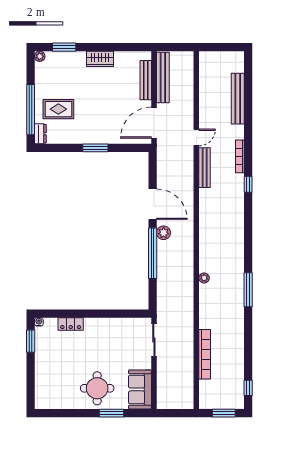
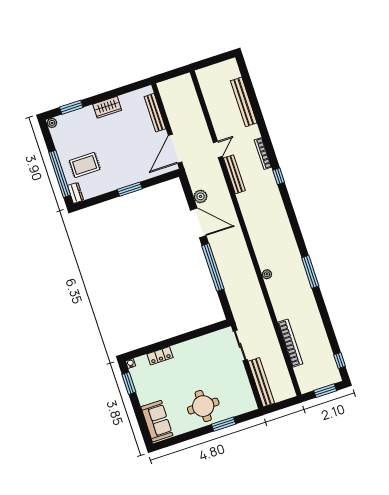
bench: (163, 77) -> (261, 382), moved
plant: (164, 233) -> (200, 196), moved
sofa: (140, 389) -> (157, 421), moved, turned 180

